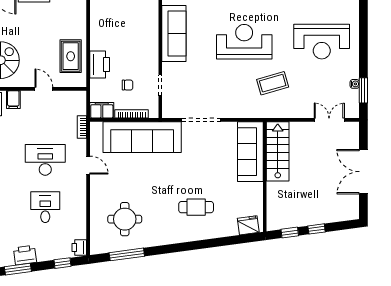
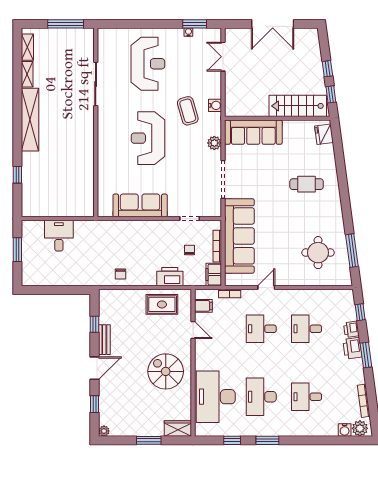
chair: (102, 13) -> (120, 274), added
door: (44, 89) -> (193, 330), swing flipped
filing cabinet: (13, 100) -> (203, 306), moved
plant: (239, 111) -> (214, 143), added
water cooler: (278, 112) -> (215, 105), added
stairs: (278, 151) -> (298, 106), moved
desk: (45, 160) -> (261, 329), width x0.73
cafe table: (196, 207) -> (307, 184), turned 90
printer: (79, 247) -> (351, 329), moved, turned 82

